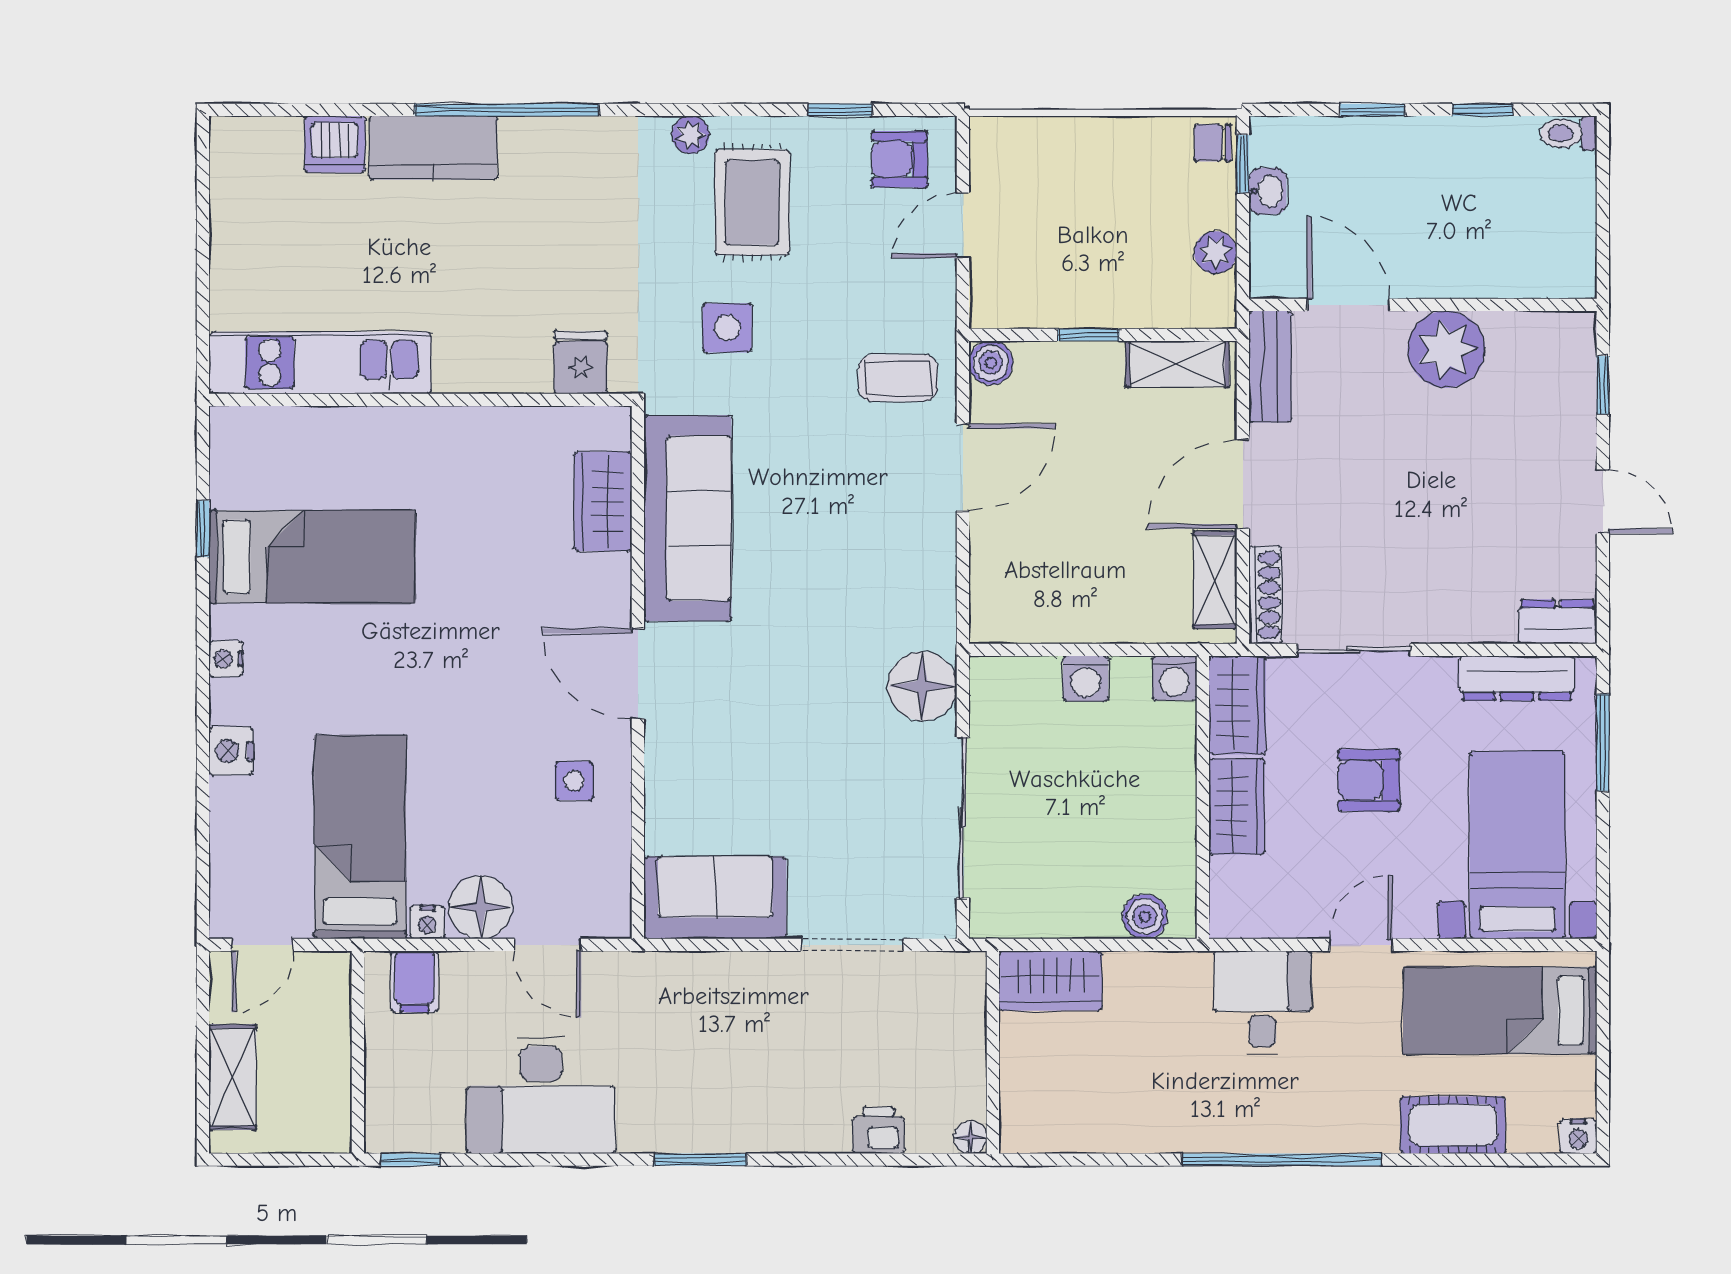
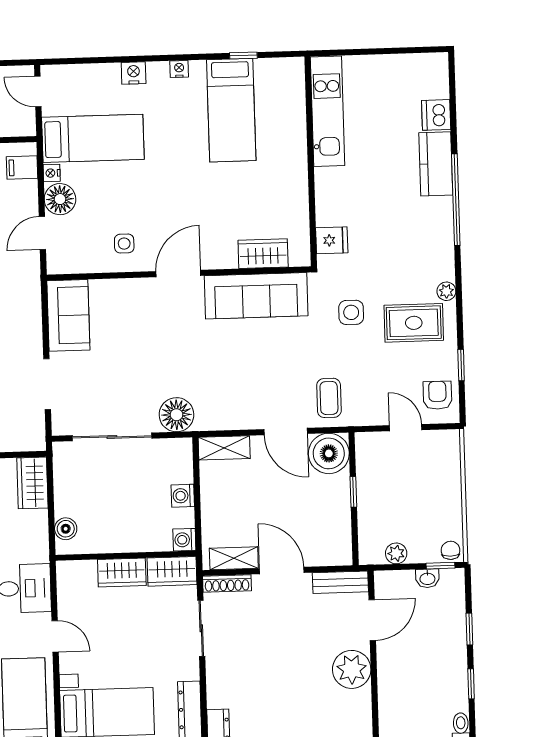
boiler: (991, 363) -> (329, 453), width x1.86, depth x1.86
shelving: (1177, 364) -> (224, 448), moved, turned 90
armchair: (1369, 780) -> (137, 638), removed

